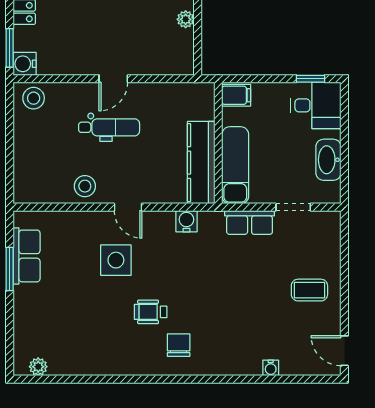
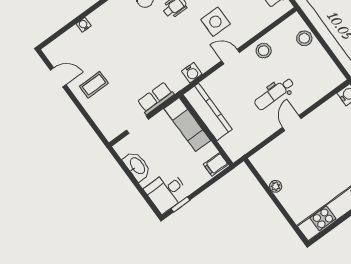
stool: (34, 98) -> (304, 38), moved
door: (344, 351) -> (58, 77), moved

